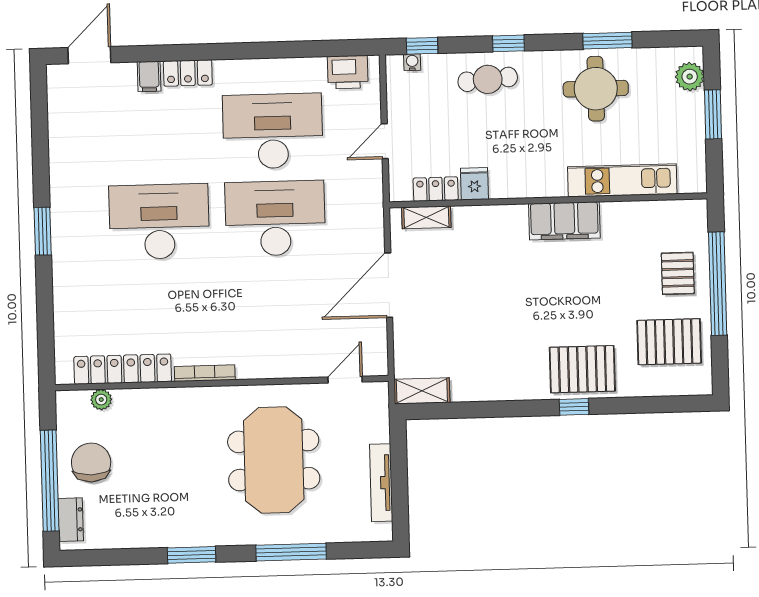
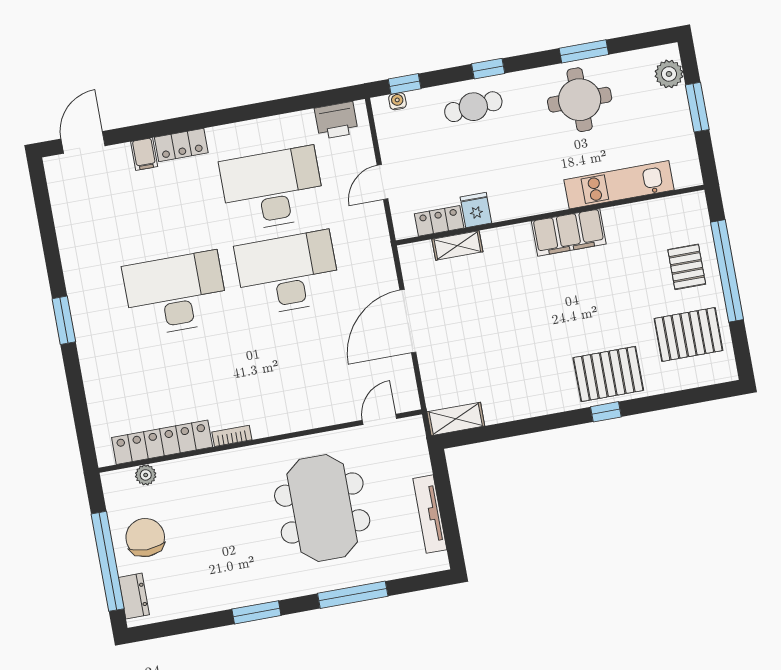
shelving: (426, 217) -> (457, 245), moved
bookcase: (205, 373) -> (232, 436), width x0.64

